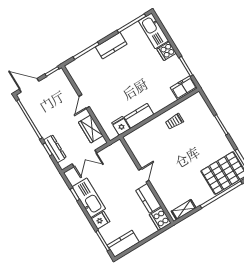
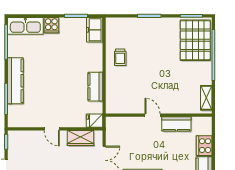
kitchen counter: (111, 46) -> (15, 81), width x1.50
fridge: (121, 126) -> (94, 121), moved
cooker: (160, 219) -> (204, 146), moved, turned 90

